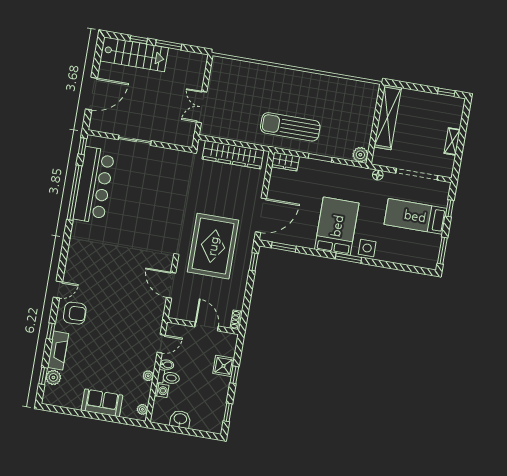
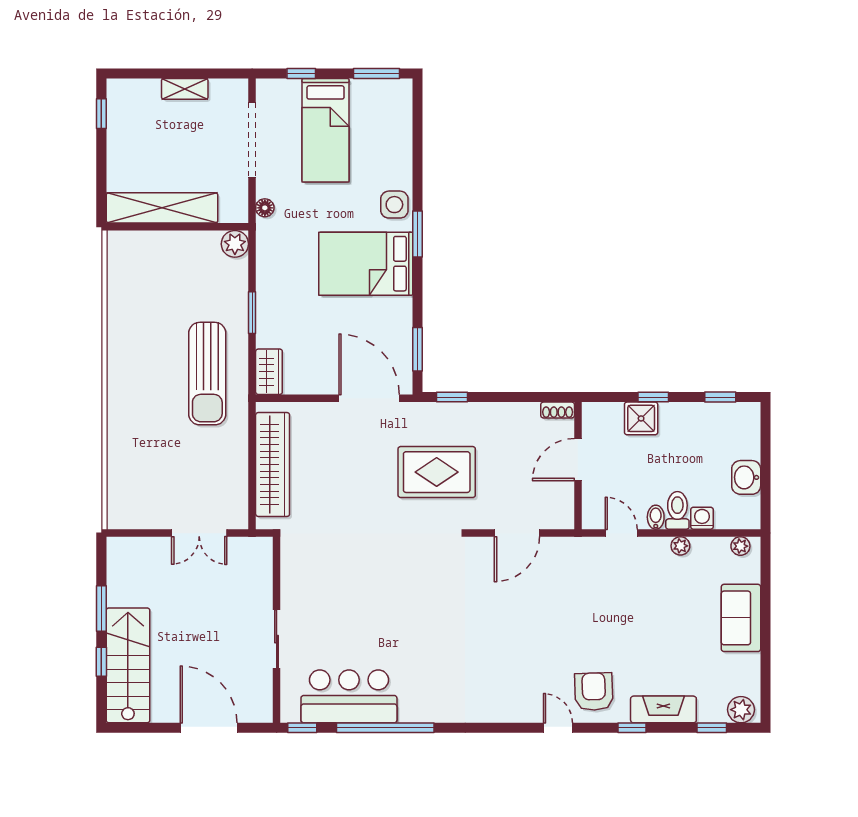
bar counter: (94, 185) -> (349, 696), width x0.73
rug: (213, 246) -> (437, 472), width x0.73, depth x0.69
plant: (53, 377) -> (741, 710), moved

